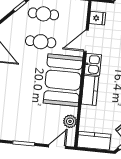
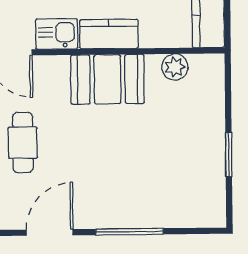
booth: (63, 80) -> (108, 79), width x0.73, depth x0.70
door: (57, 147) -> (228, 87), removed

